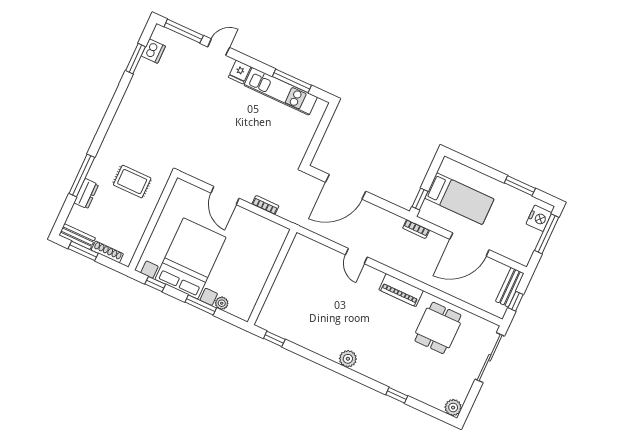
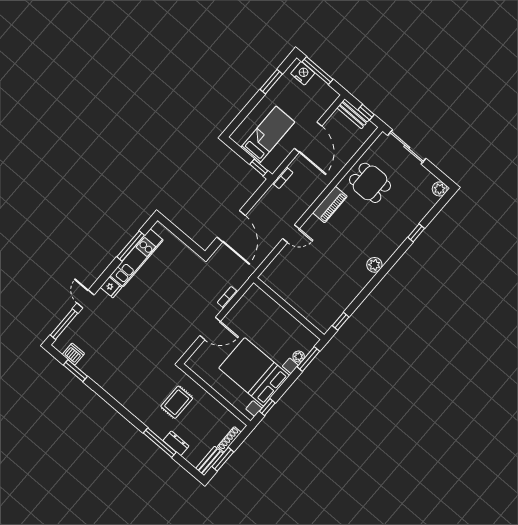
window: (201, 305) -> (308, 359), moved

